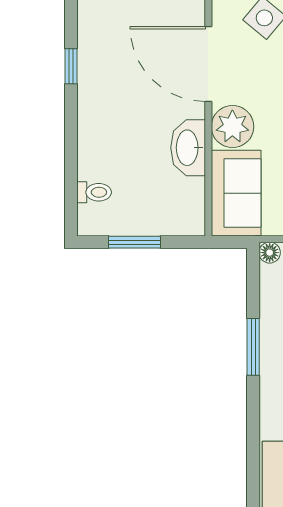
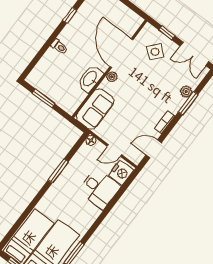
plant: (232, 127) -> (112, 77), width x0.53, depth x0.53
toilet: (94, 192) -> (59, 47), moved

